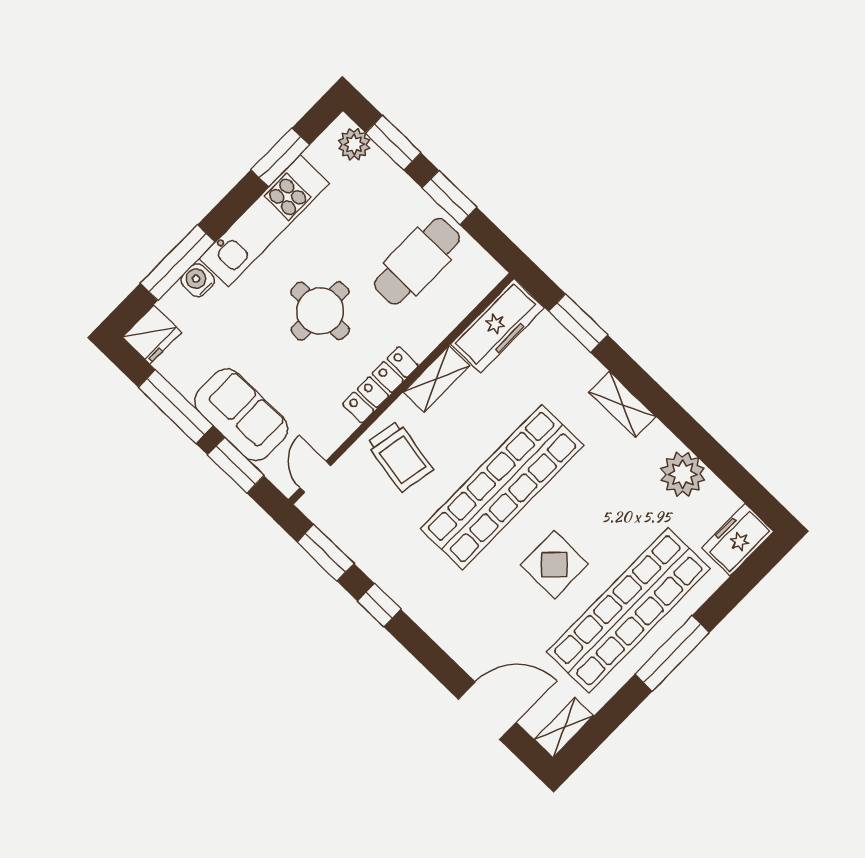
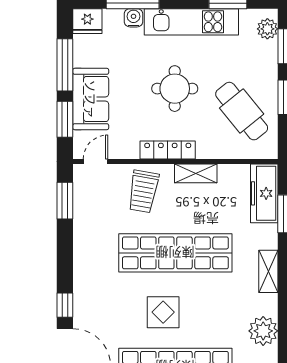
cafe table: (417, 261) -> (242, 111), turned 51
freezer: (497, 326) -> (264, 193), moved, turned 90
window: (379, 605) -> (65, 305), moved

